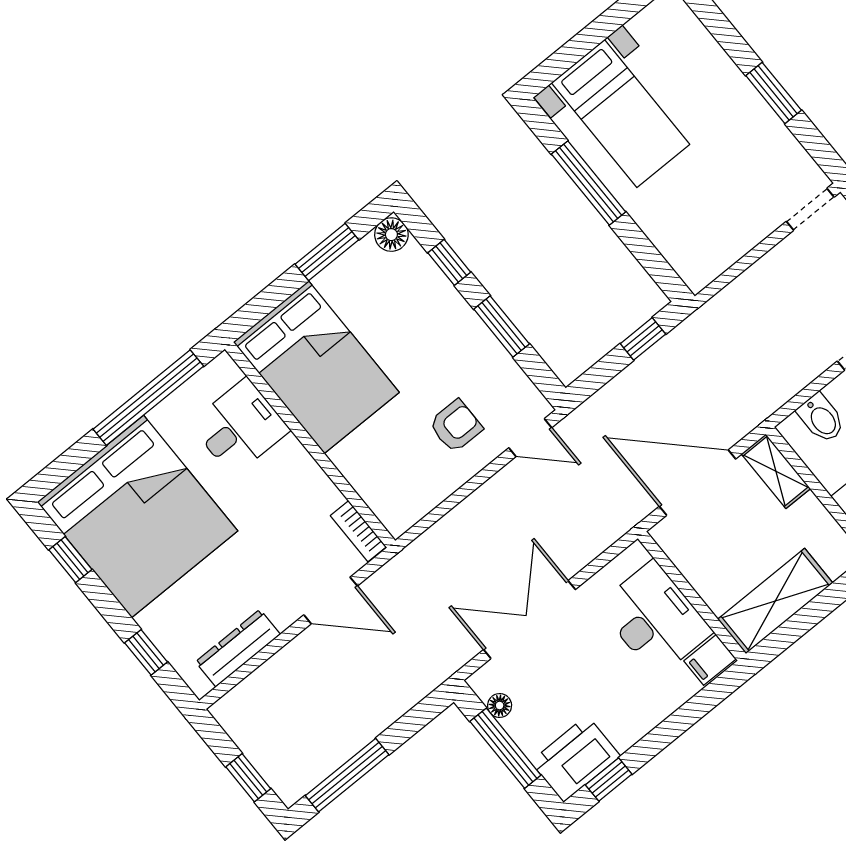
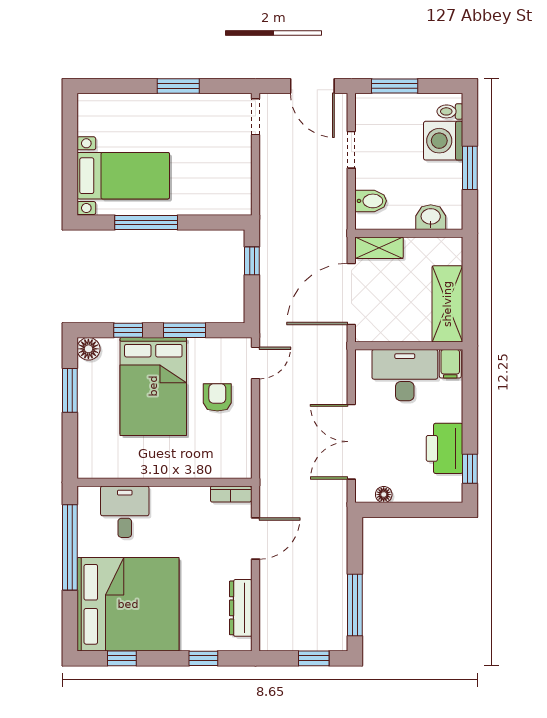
bed: (316, 367) -> (153, 386), moved, turned 90
window: (505, 748) -> (409, 510), removed
printer: (575, 759) -> (445, 448), moved

